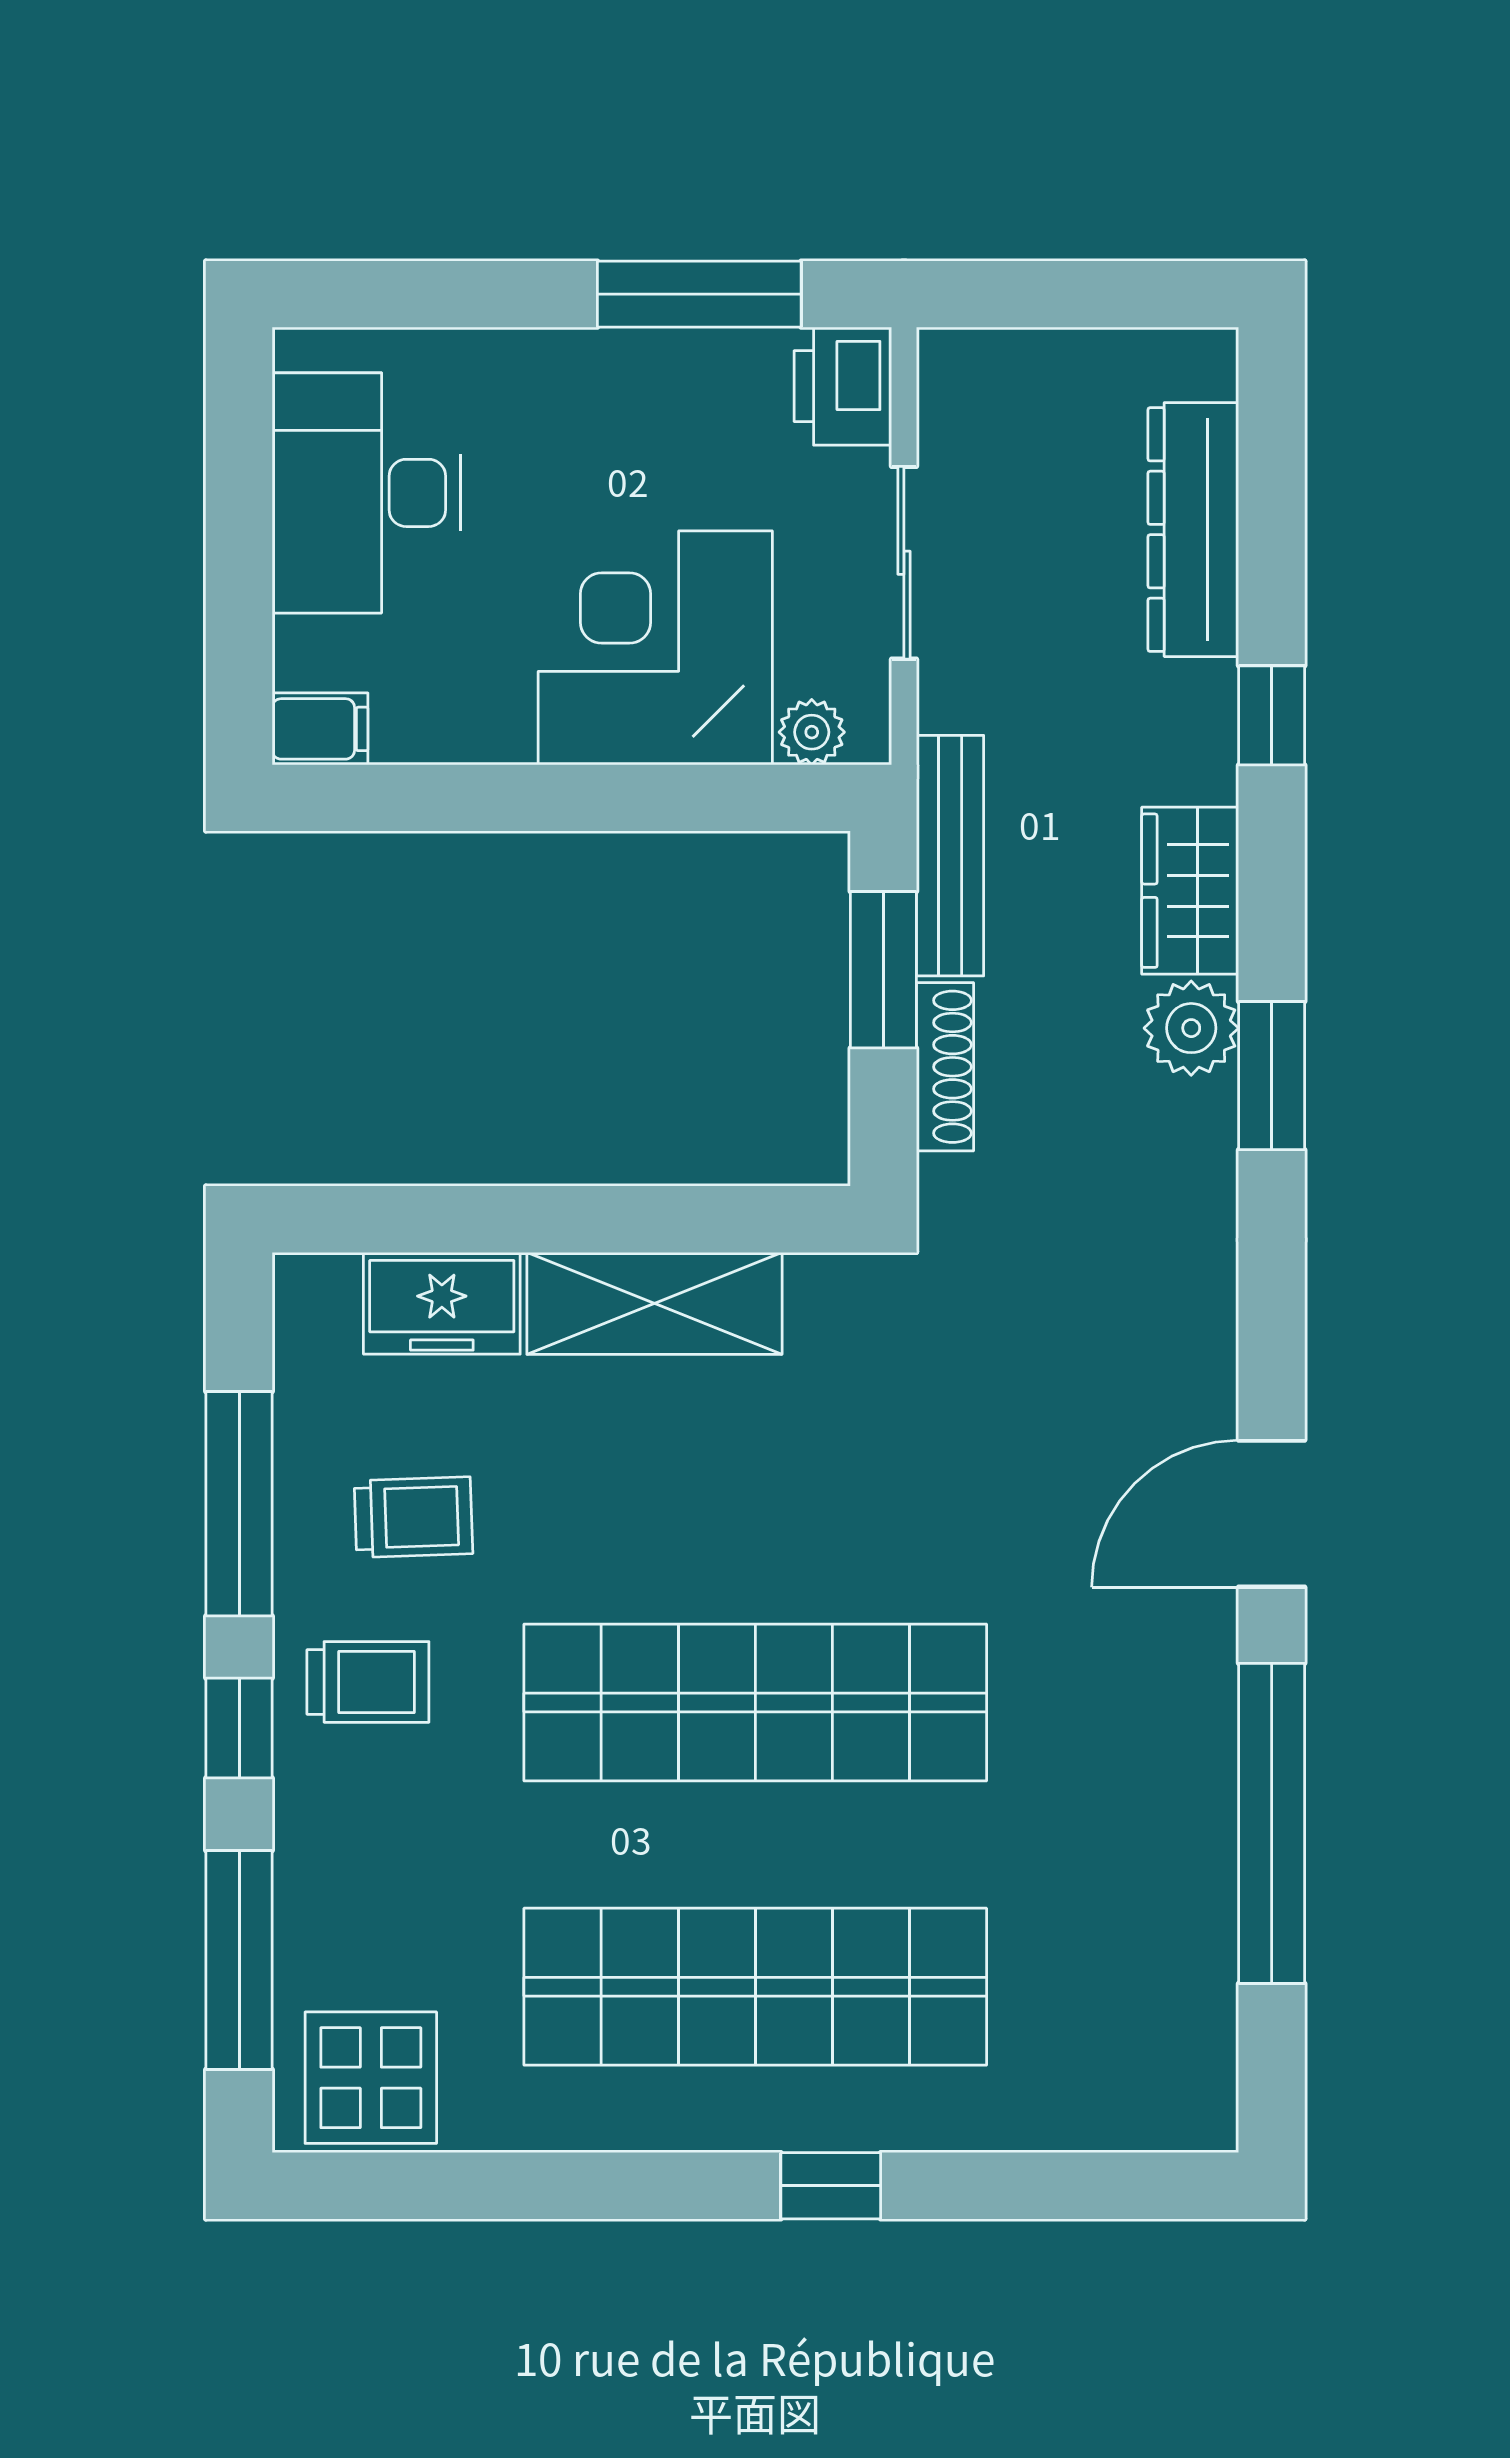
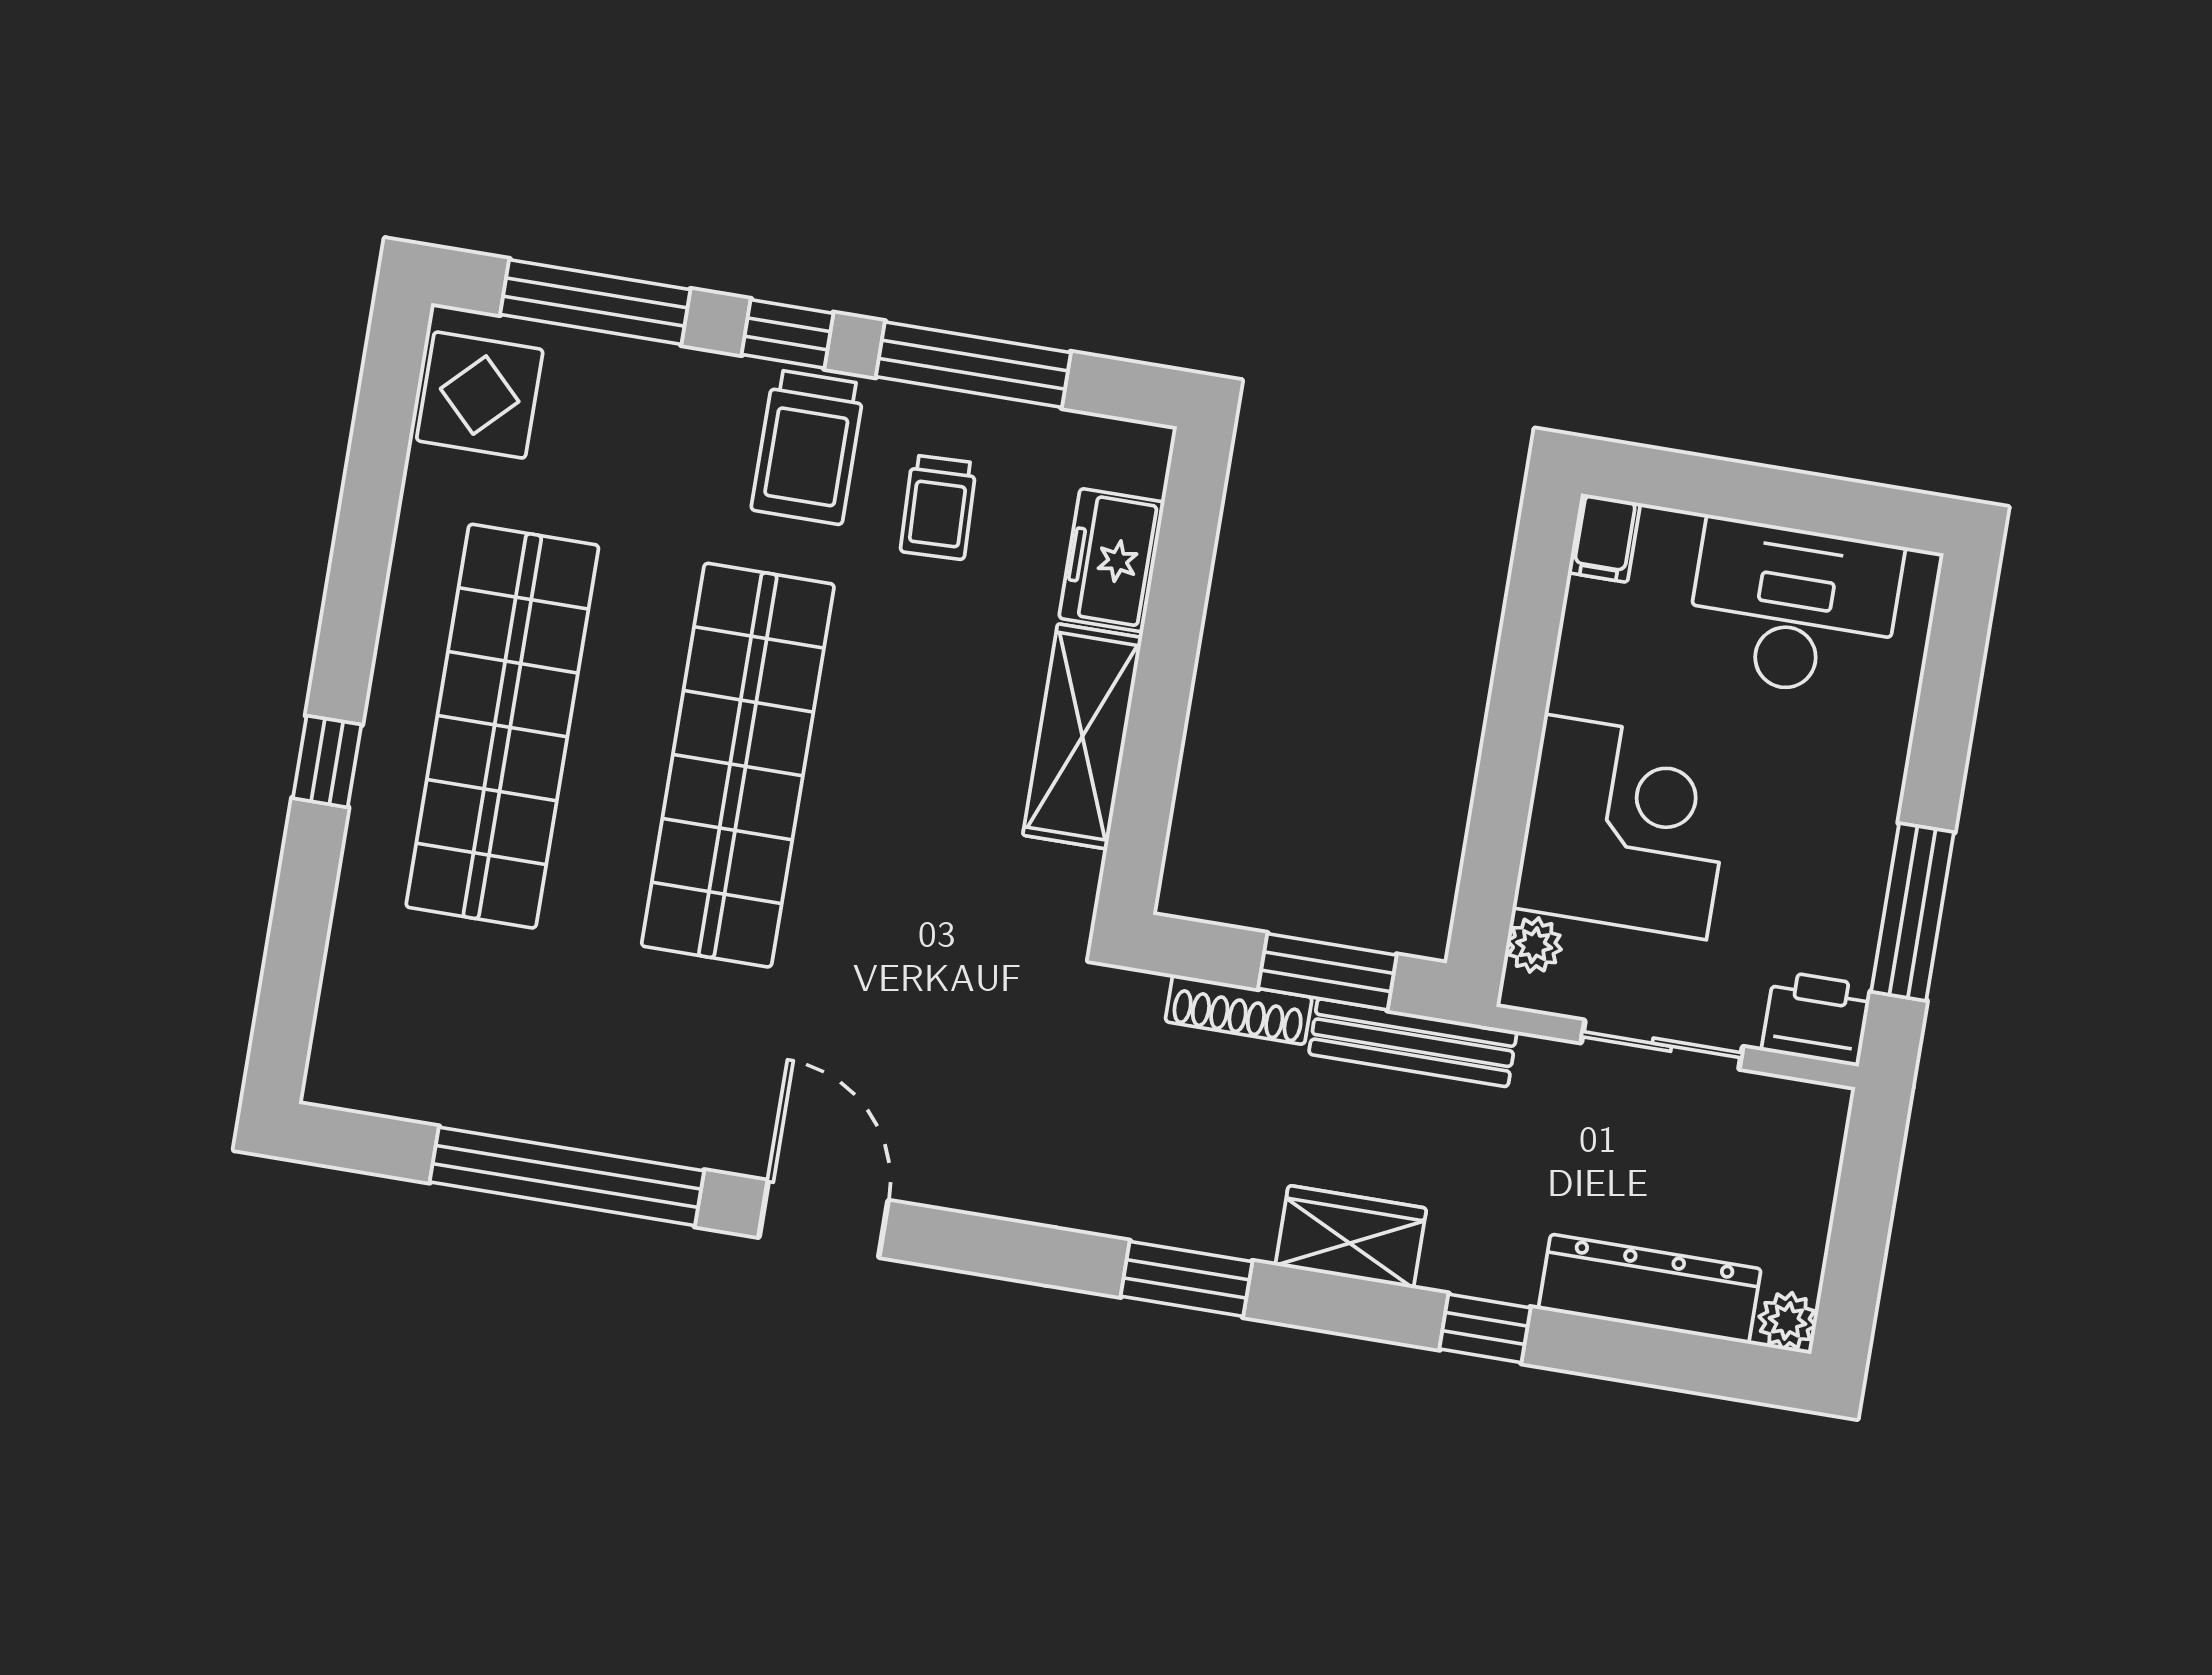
plant: (1191, 1028) -> (1787, 1321), moved, width x0.73, depth x0.73
trolley: (368, 1682) -> (808, 447), width x1.36, depth x1.39

